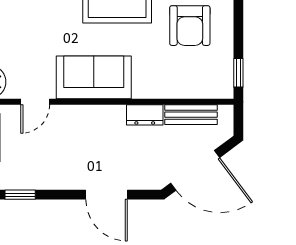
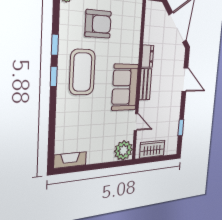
bench: (191, 115) -> (145, 84), moved
door: (107, 195) -> (185, 80), hinge flipped

